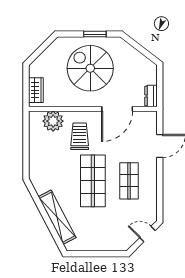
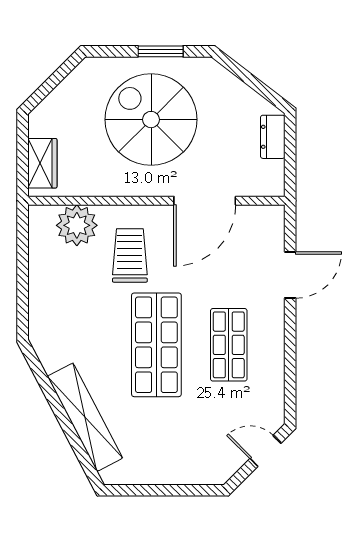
dresser: (151, 96) -> (273, 137), moved

